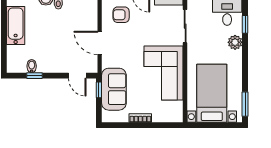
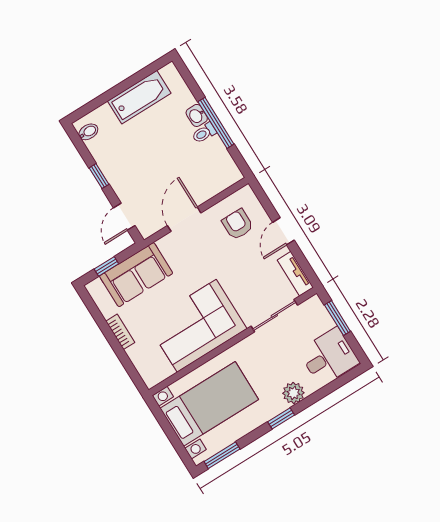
window: (245, 24) -> (281, 418), moved
bidet: (32, 66) -> (88, 132), moved
window: (35, 76) -> (99, 176), moved
window: (99, 90) -> (106, 266), moved

